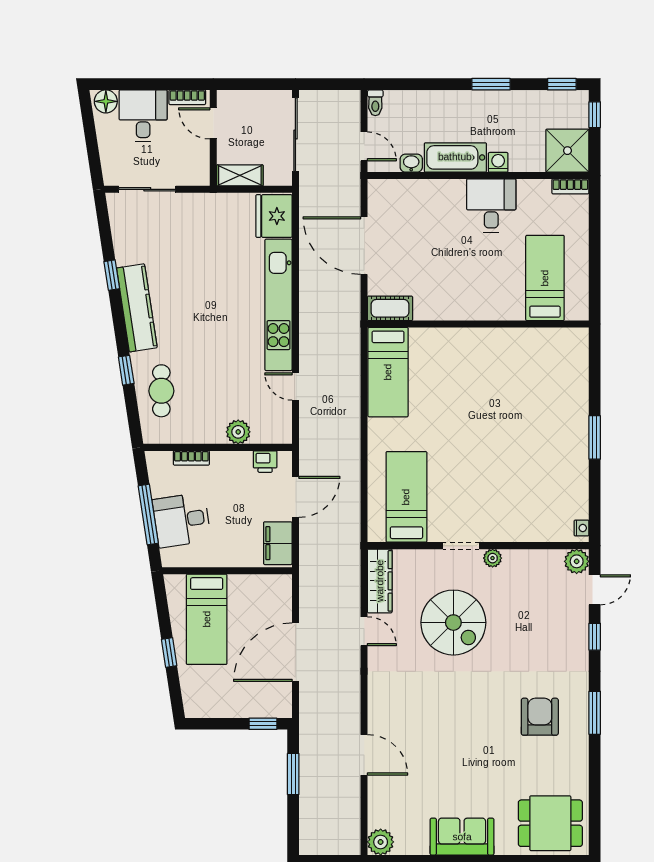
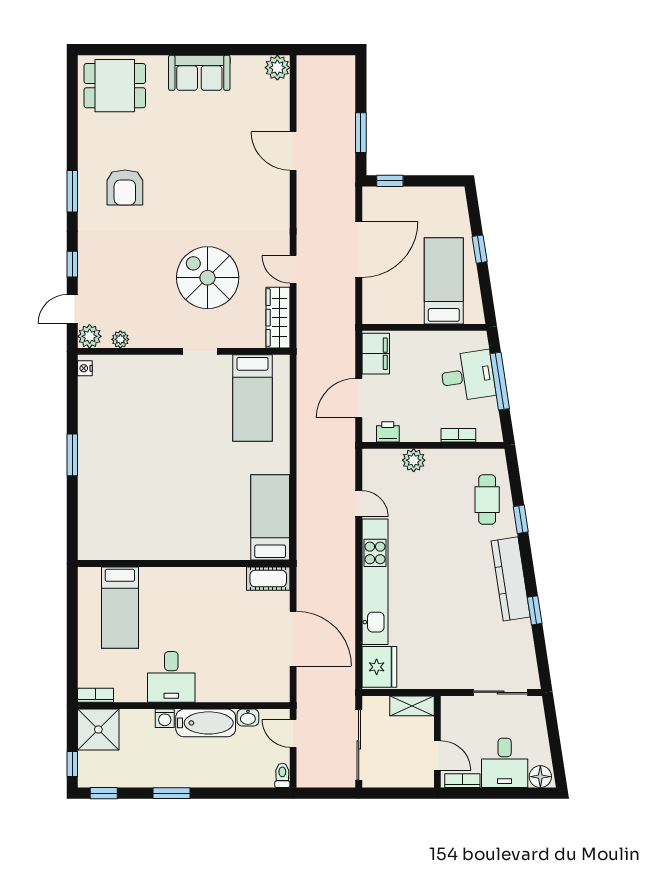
plant: (493, 558) -> (120, 339), moved

